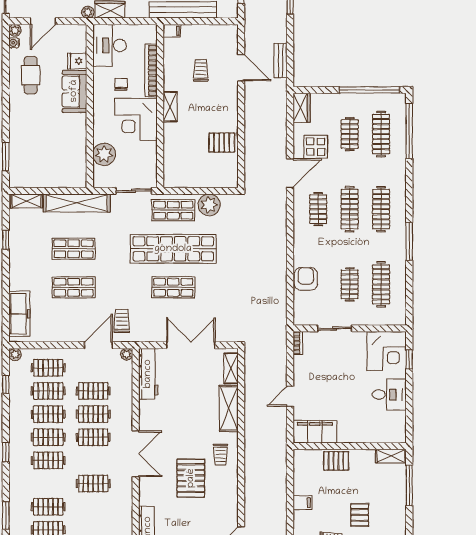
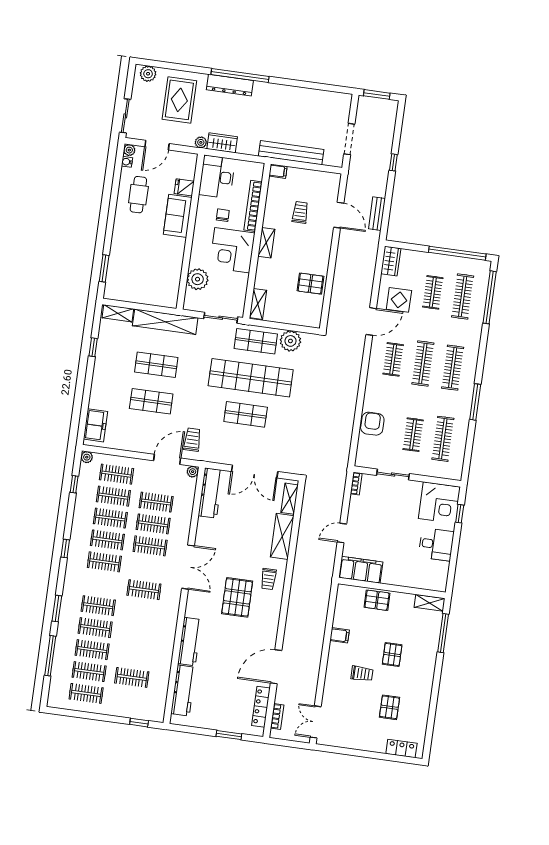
shelving: (170, 171) -> (258, 304), added
freezer: (19, 314) -> (95, 425), width x0.71
double door: (191, 345) -> (255, 472), swing flipped

